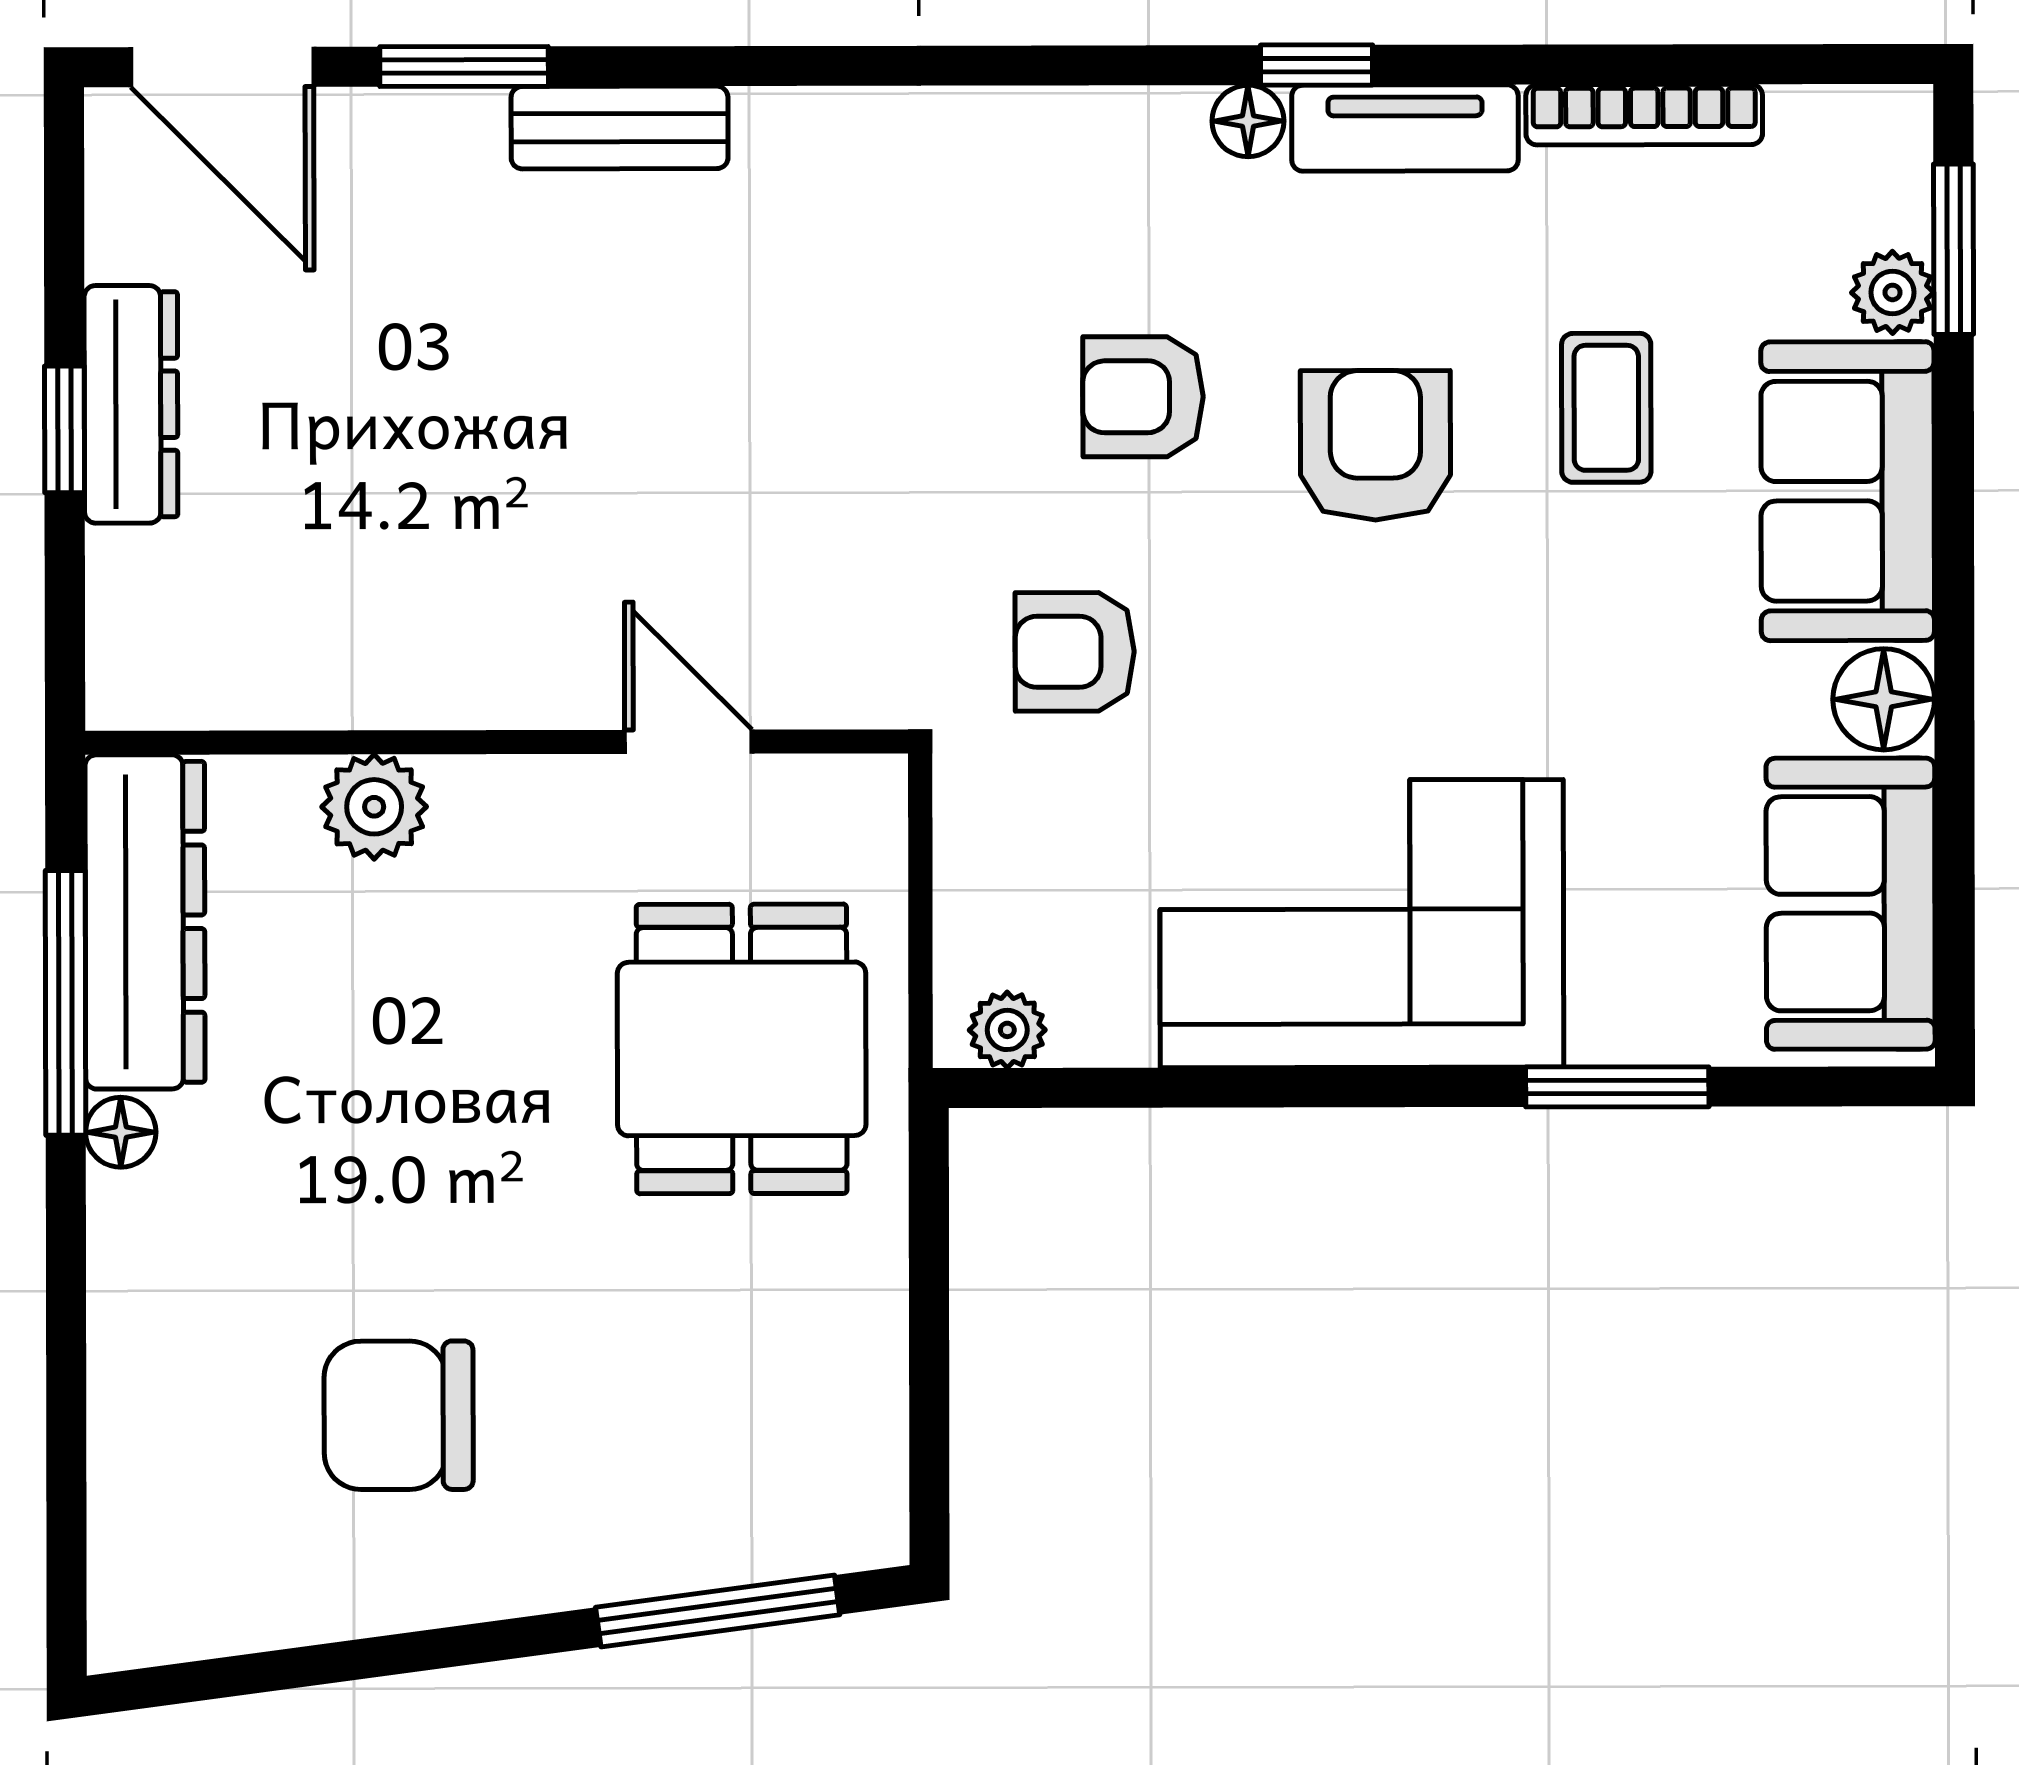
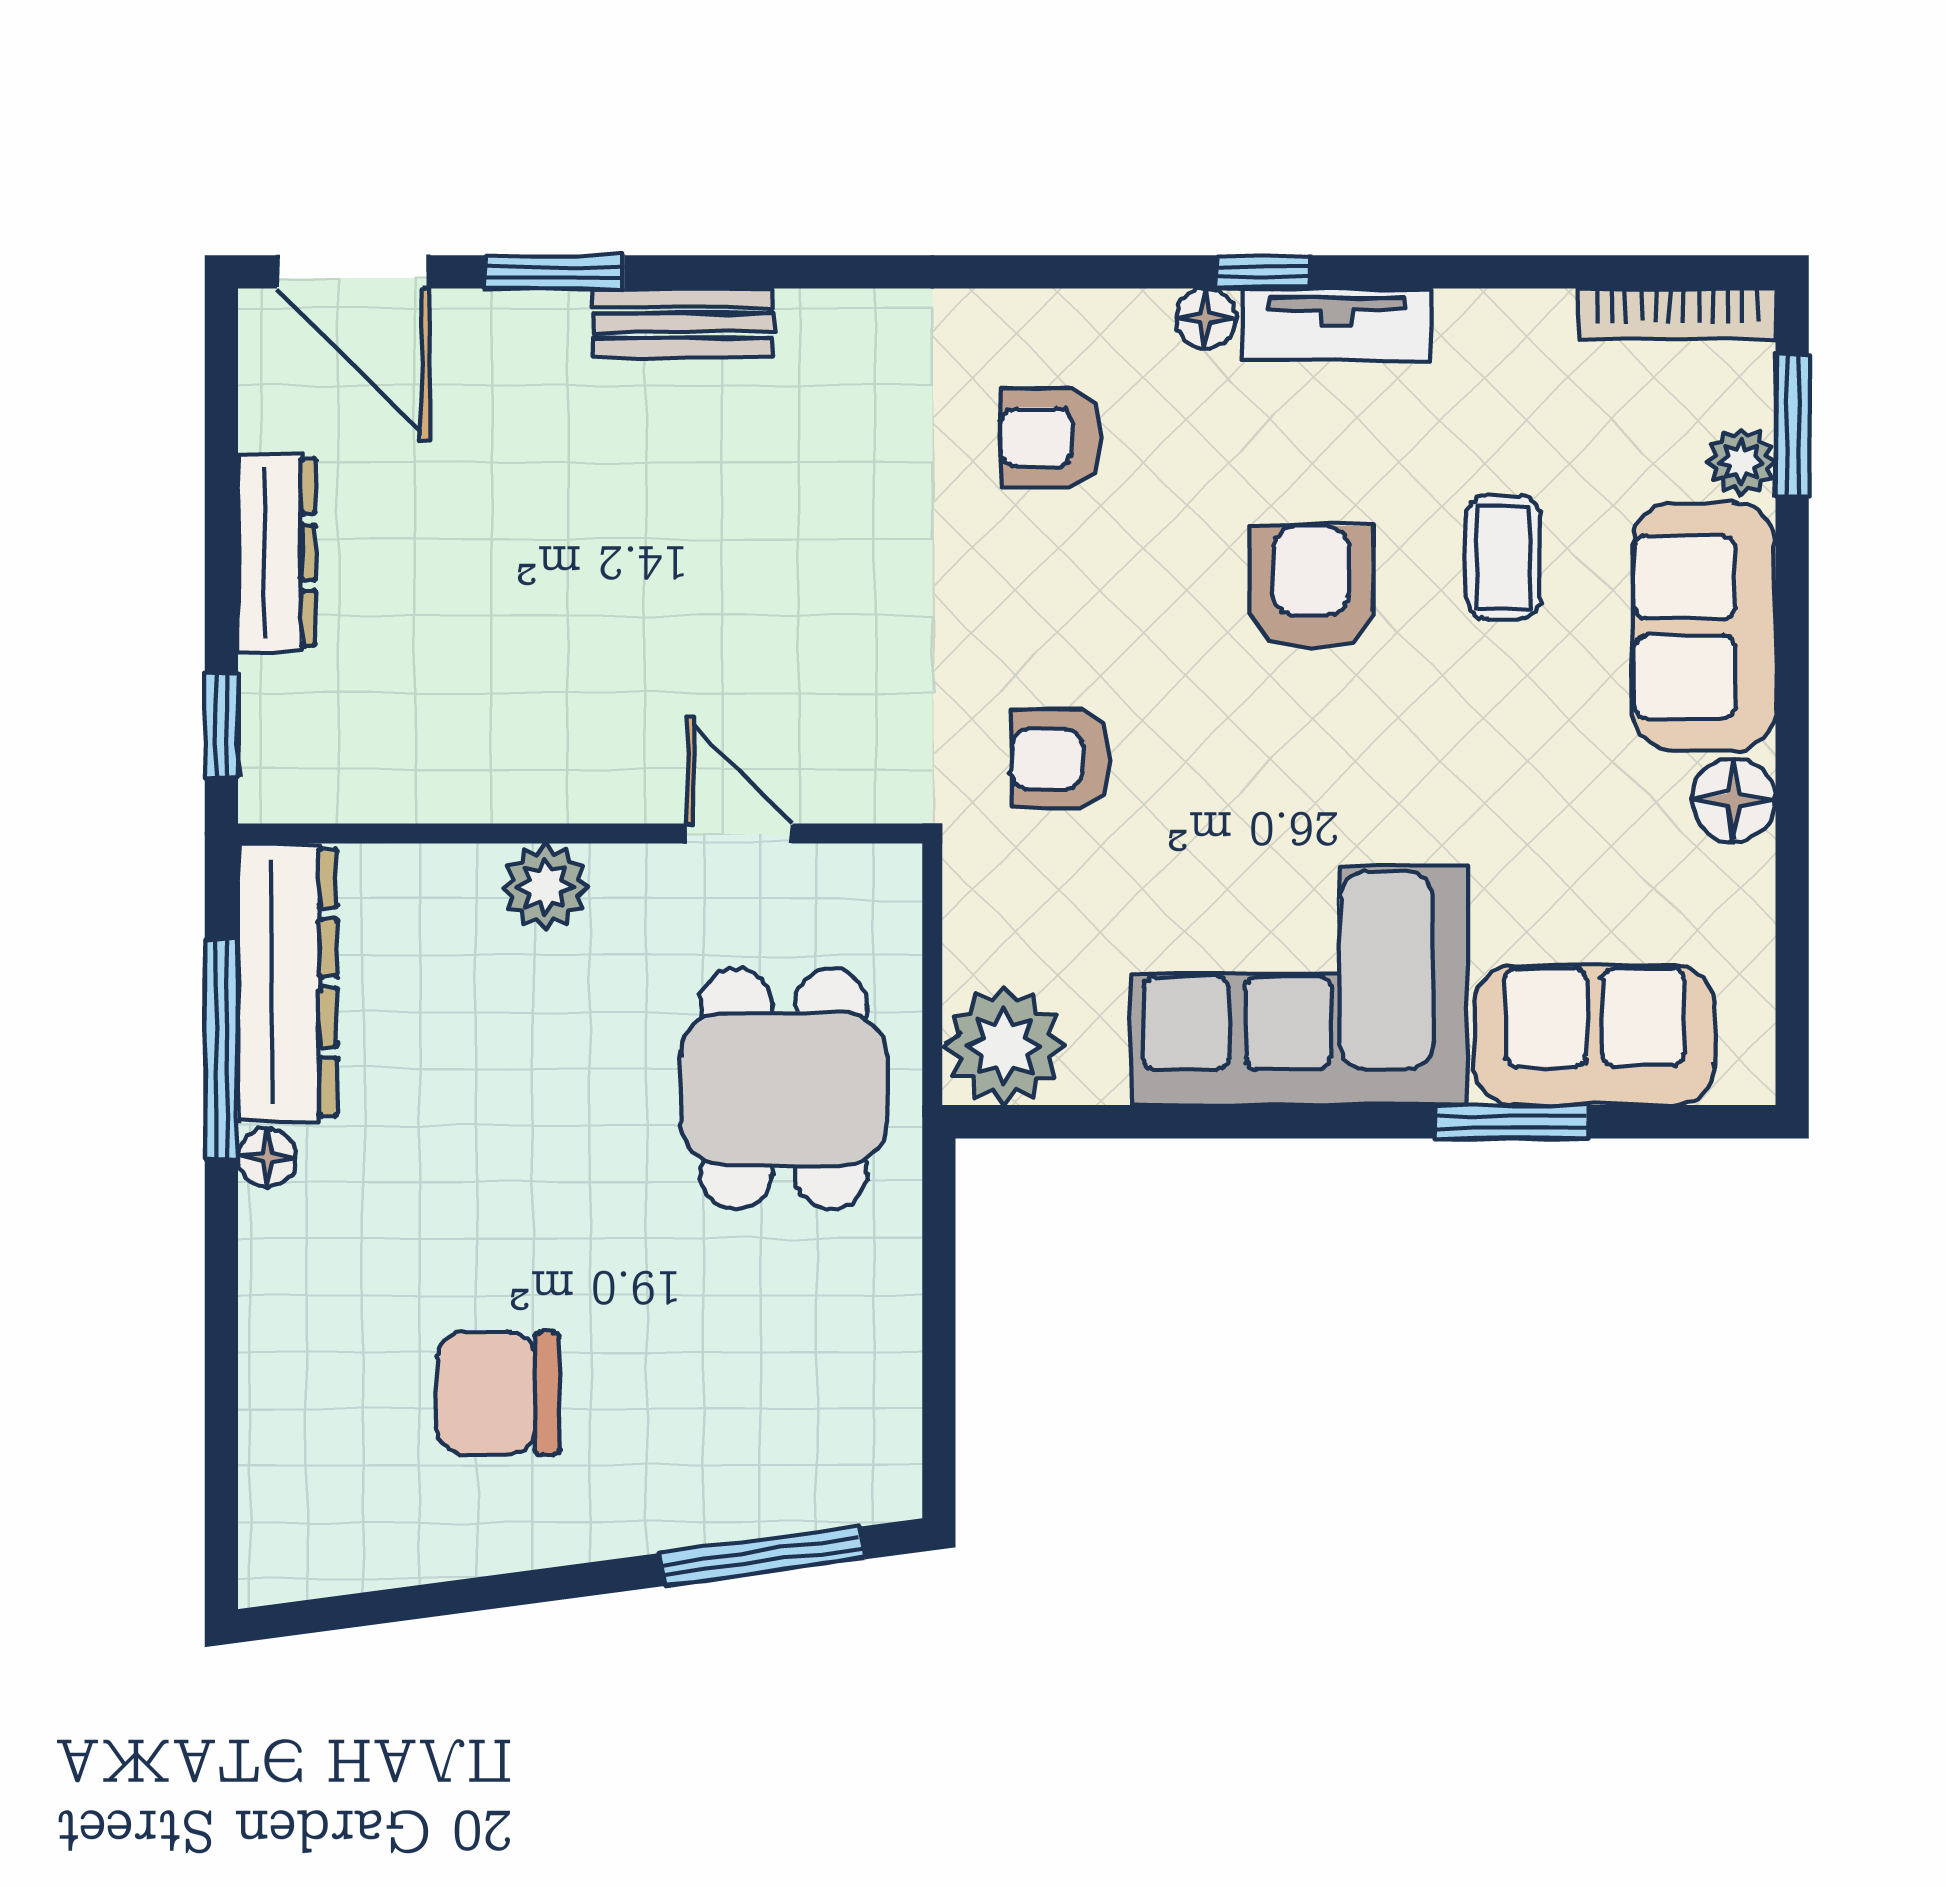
bookcase: (1644, 115) -> (1677, 314), moved
armchair: (1143, 397) -> (1050, 438), moved
window: (65, 429) -> (221, 726), moved
plant: (374, 807) -> (545, 887), moved
sofa: (1851, 904) -> (1594, 1035), moved, turned 90
plant: (1007, 1030) -> (1004, 1046), width x1.87, depth x1.87

